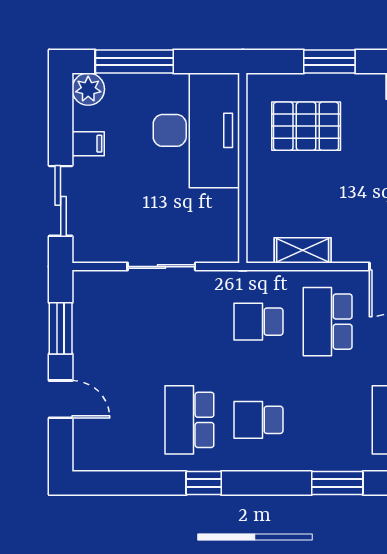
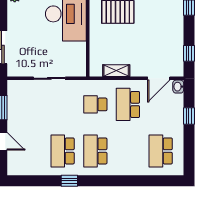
filing cabinet: (88, 144) -> (15, 20), removed
school desk: (258, 420) -> (95, 151), width x1.85
window: (337, 483) -> (133, 181), removed

